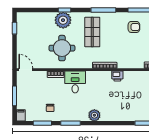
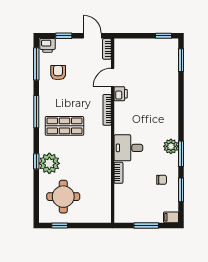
round table: (62, 48) -> (63, 197), moved
door: (26, 70) -> (113, 77), moved
plant: (94, 115) -> (171, 146), moved

